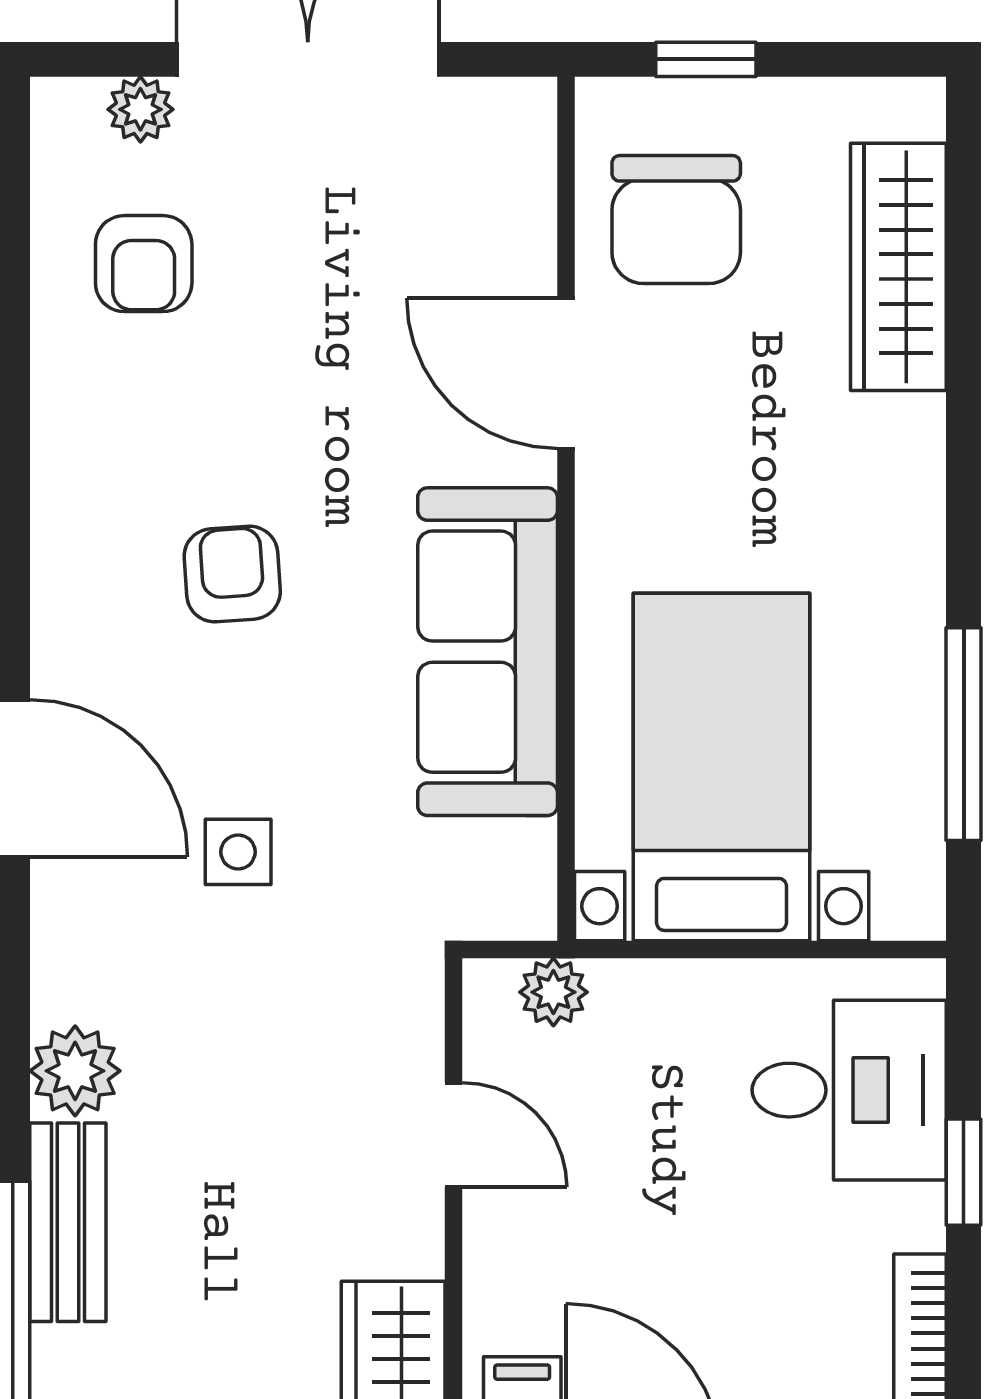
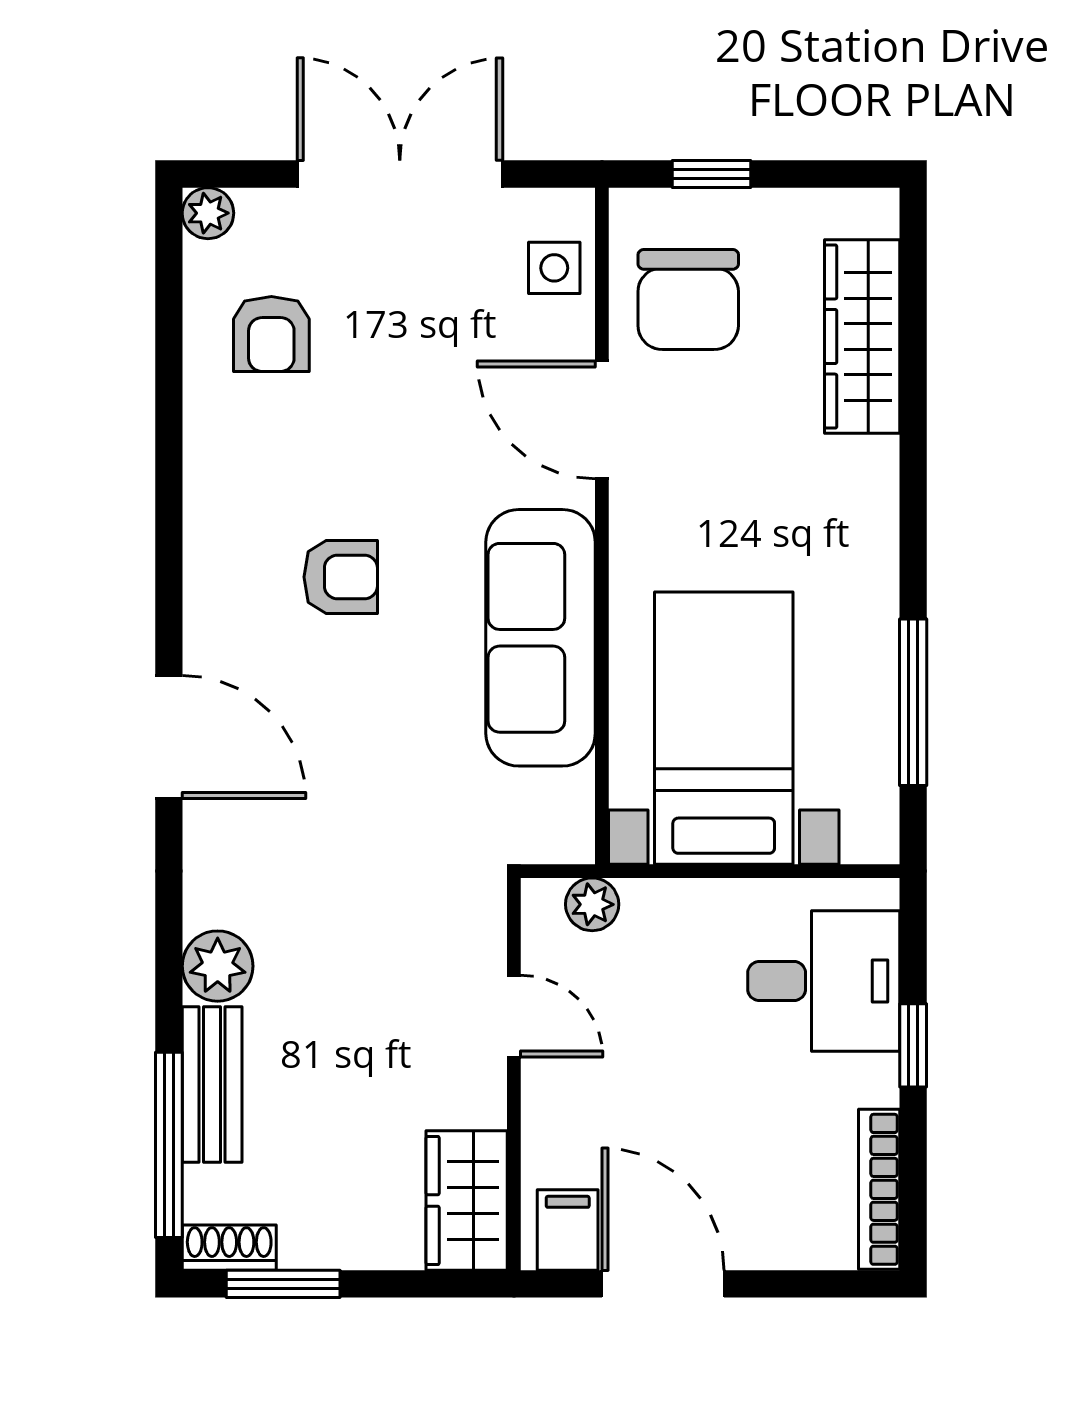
plant: (140, 109) -> (208, 213), moved
armchair: (232, 574) -> (341, 577), turned 94
side table: (238, 852) -> (554, 268), moved

